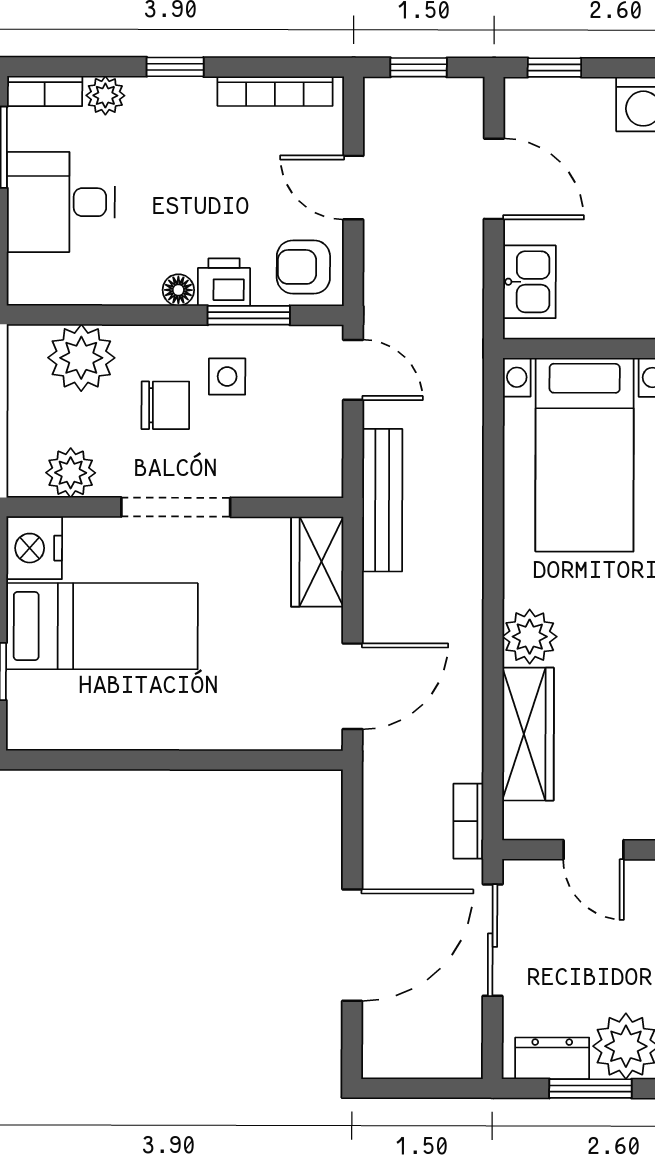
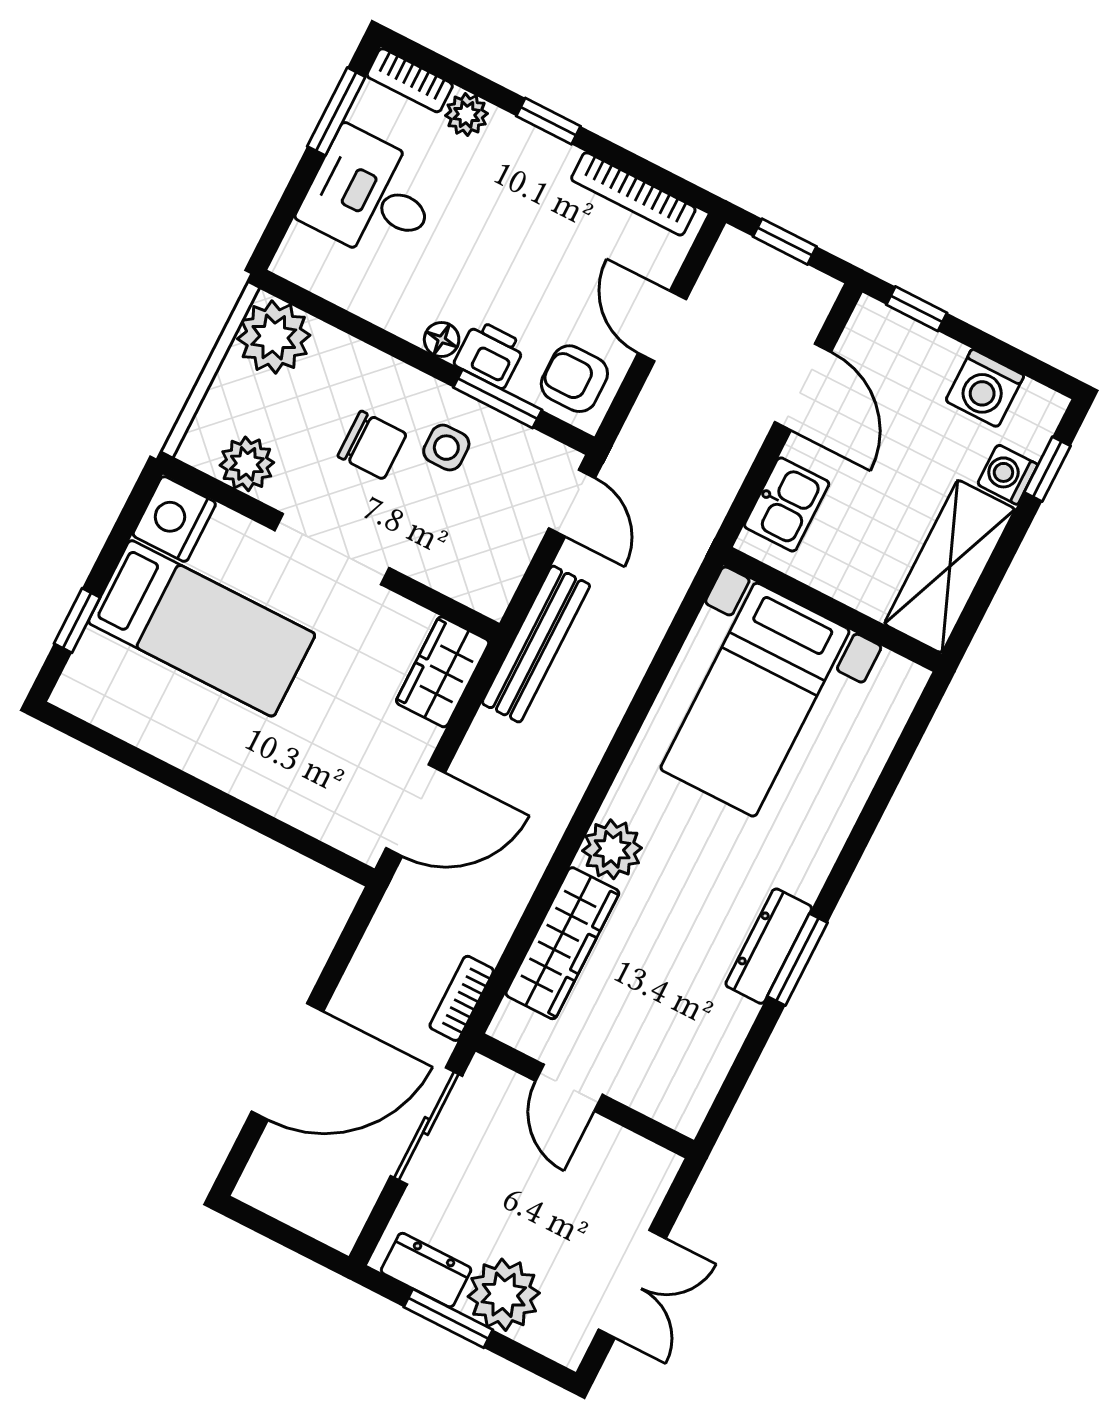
plant: (81, 358) -> (274, 337), moved

